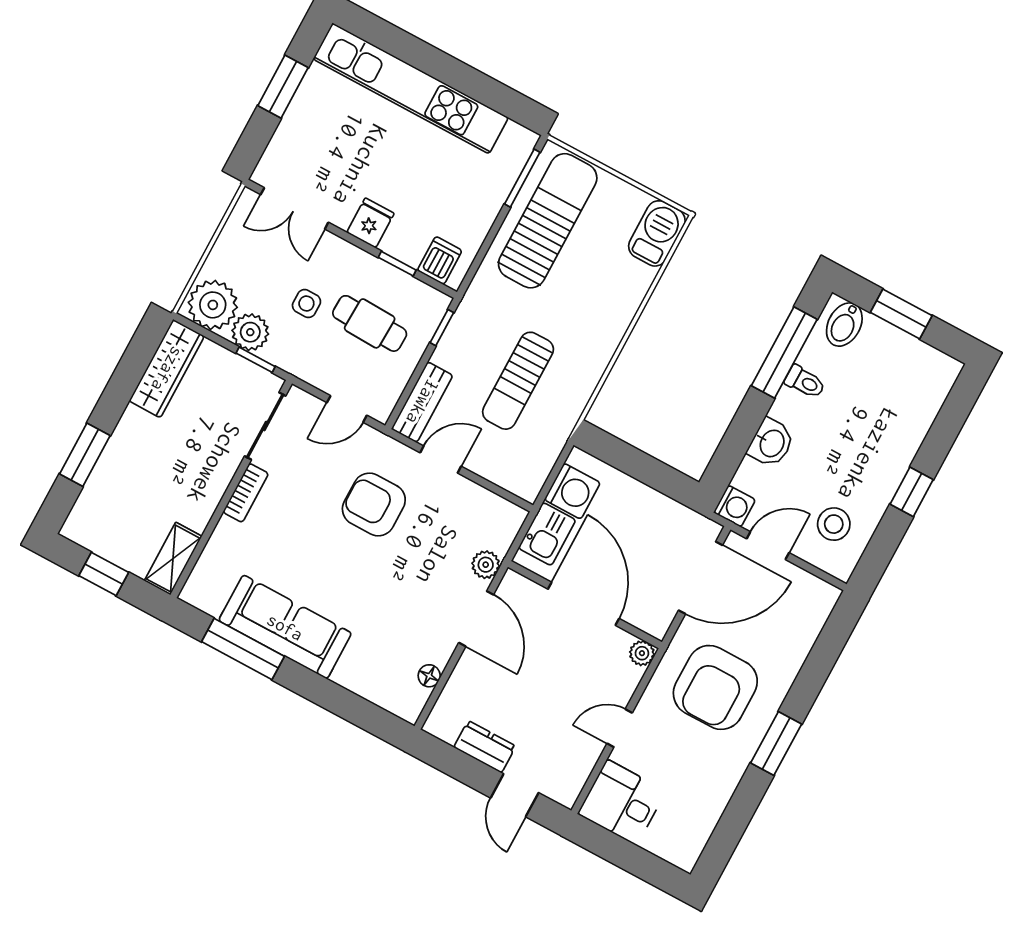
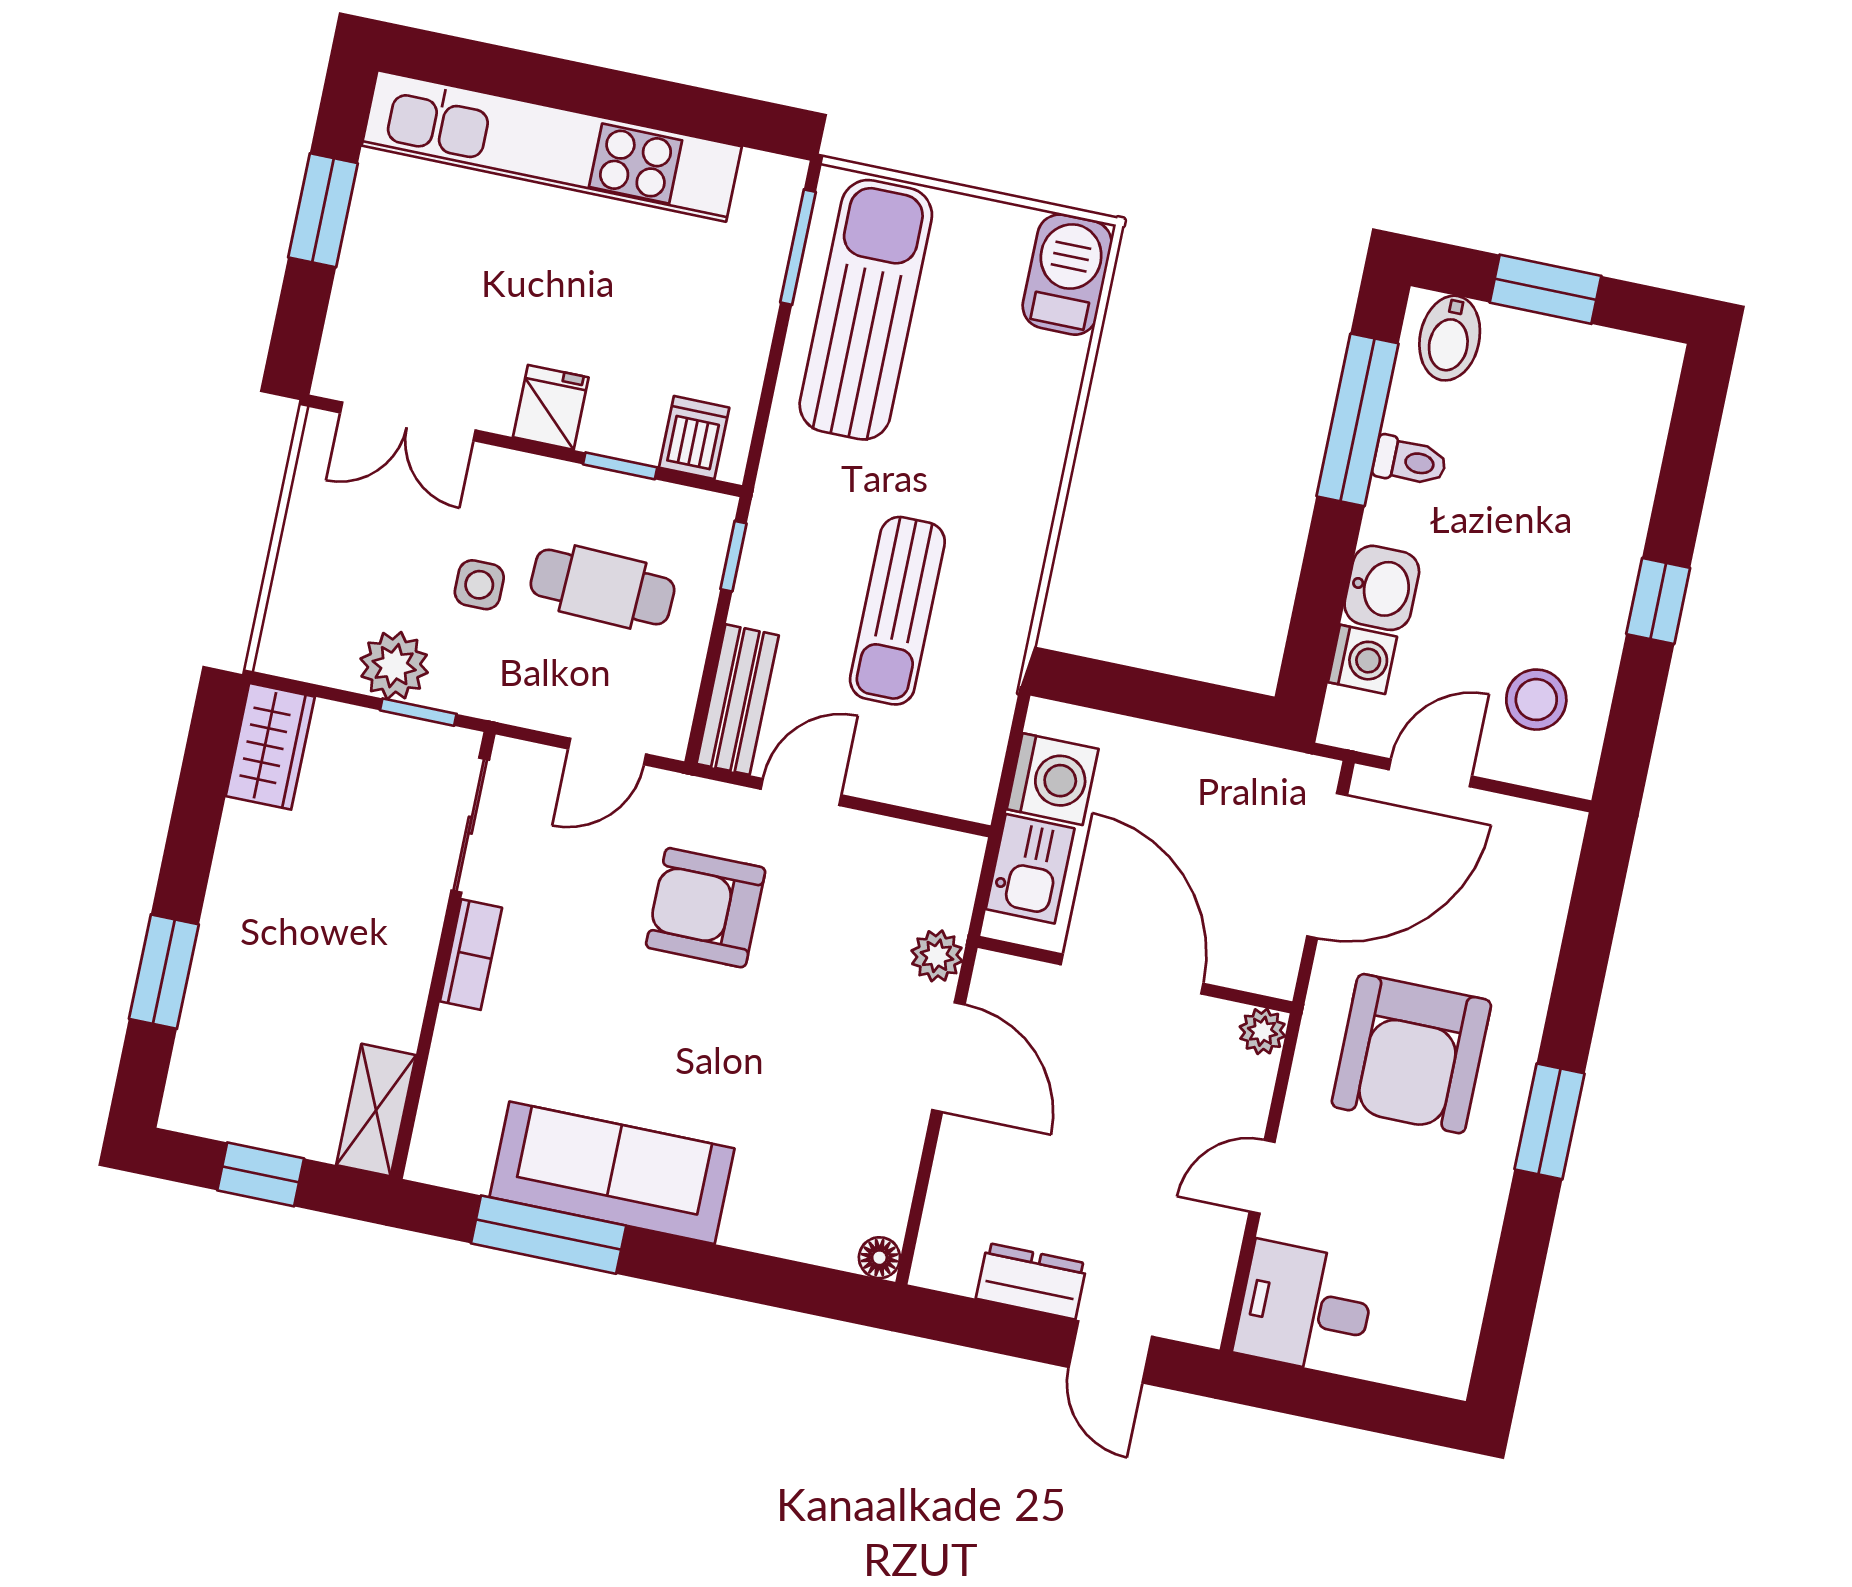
plant: (213, 305) -> (313, 637), removed
wardrobe: (167, 369) -> (270, 746), width x0.67
washing machine: (735, 506) -> (1362, 659), moved
floor lamp: (429, 676) -> (879, 1258), moved

